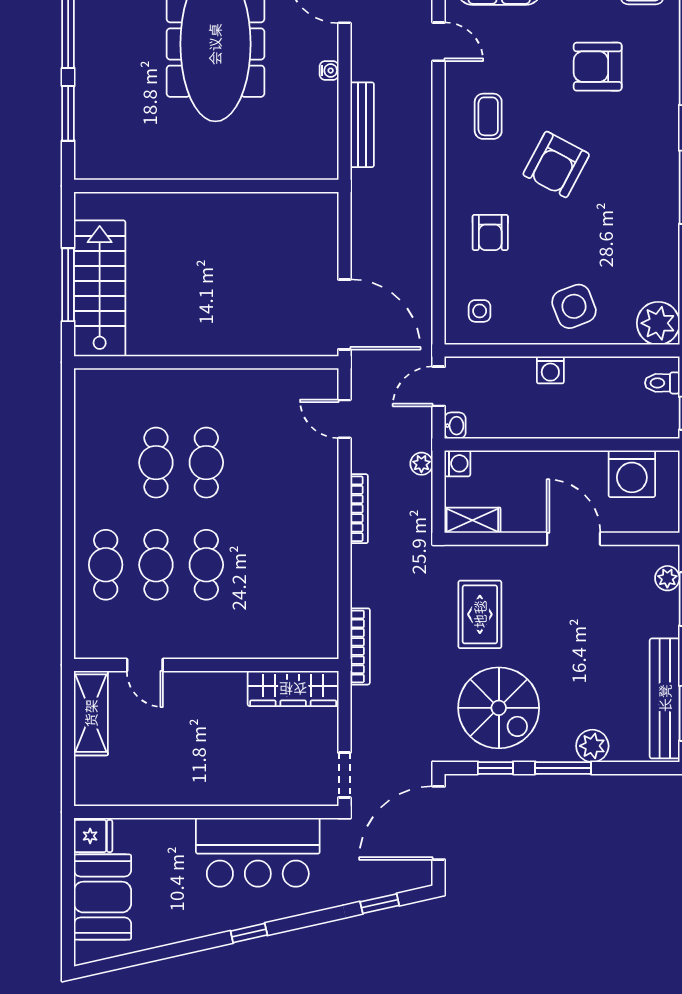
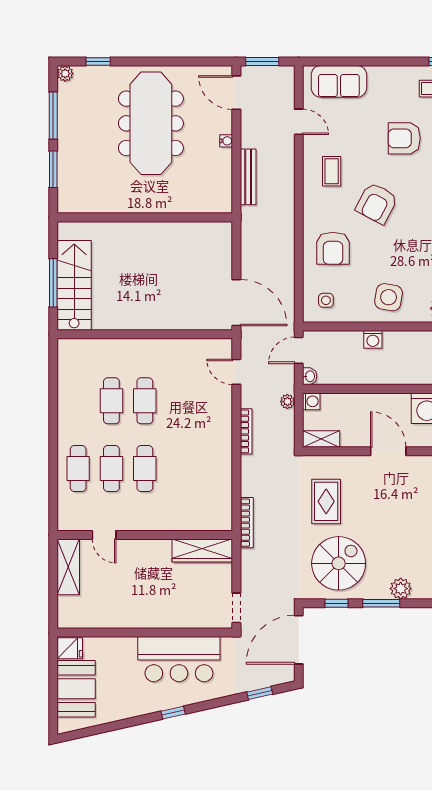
armchair: (490, 232) -> (333, 248), width x1.38, depth x1.38
side table: (574, 306) -> (389, 297), turned 31
spiral stairs: (499, 708) -> (339, 563), turned -90

